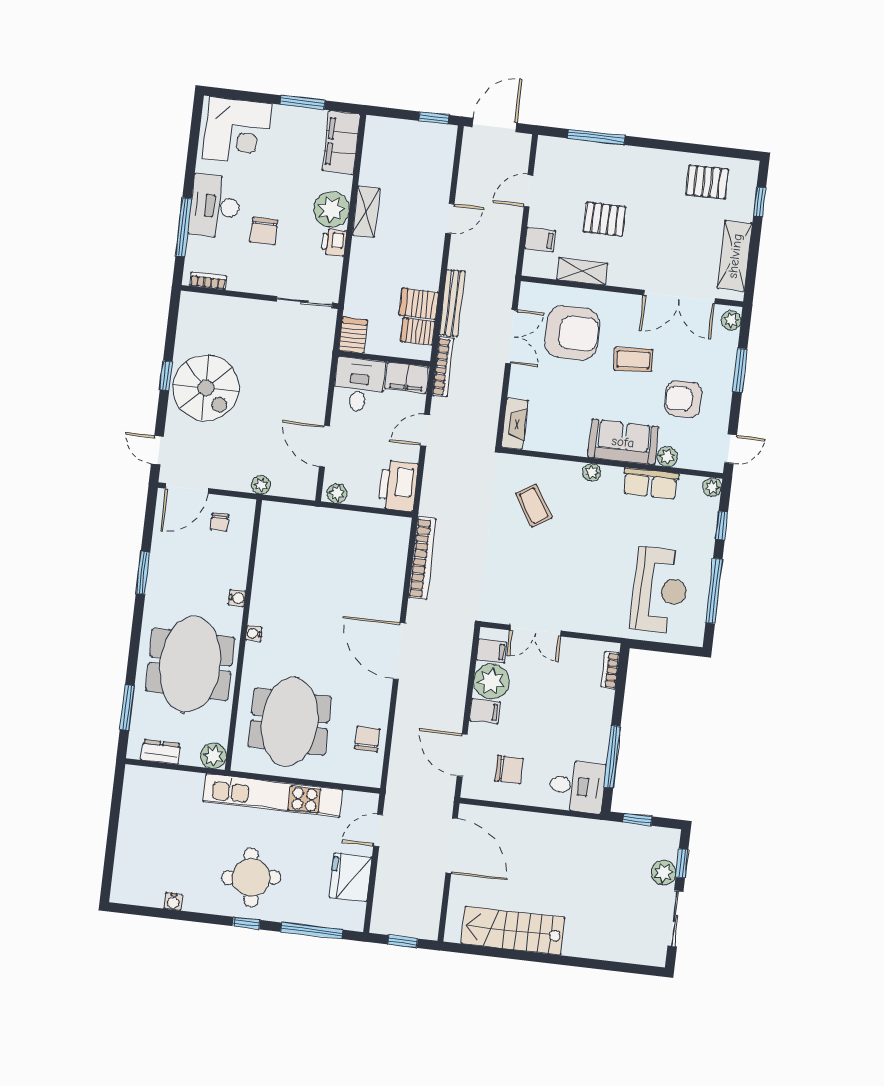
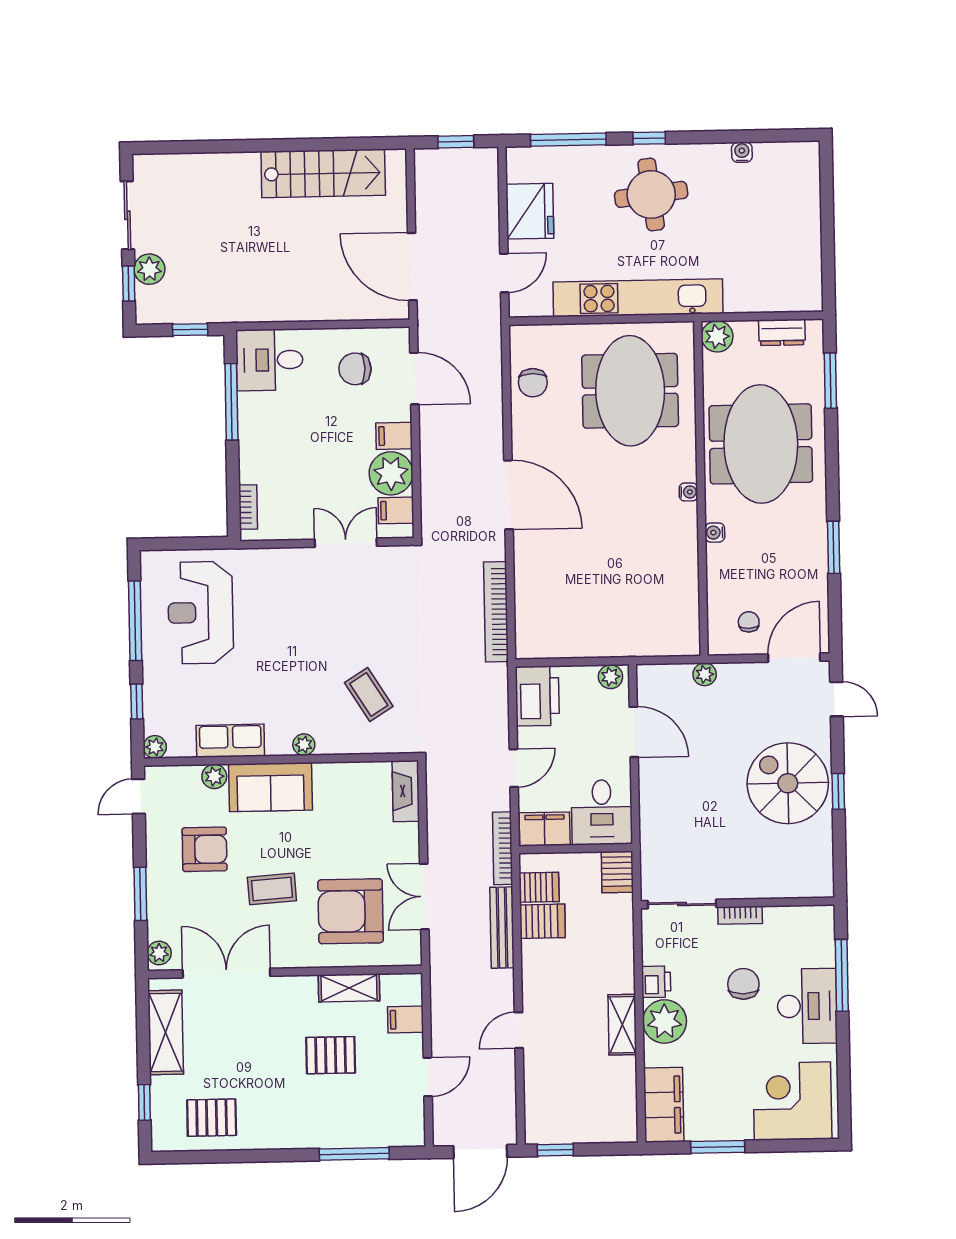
bookcase: (208, 281) -> (740, 915), moved

